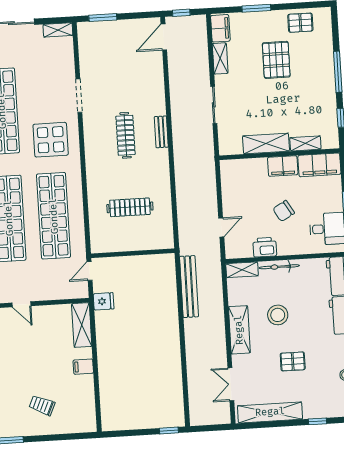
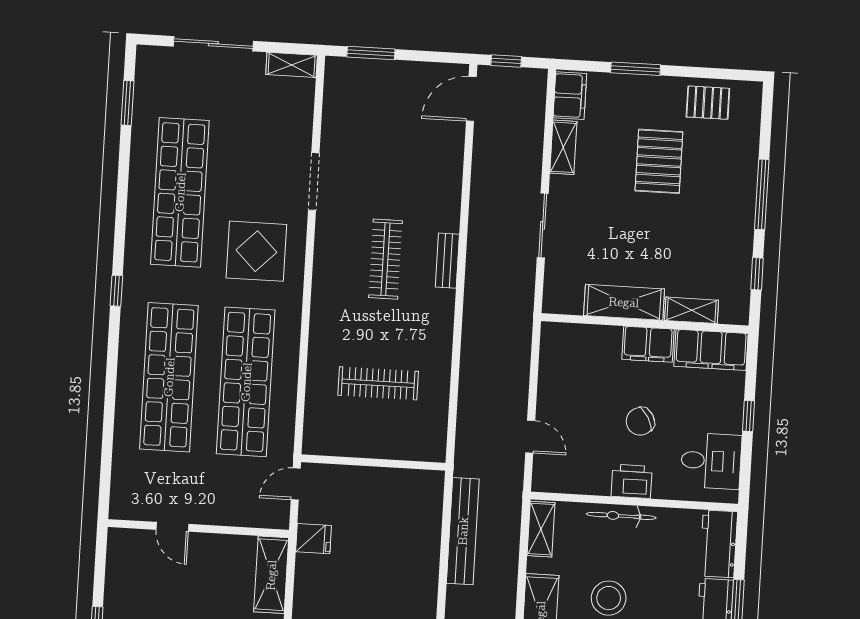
door: (221, 227) -> (530, 437), hinge flipped
printer: (265, 247) -> (632, 481), moved
shelving: (242, 270) -> (541, 529), moved, turned 90

